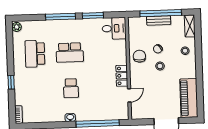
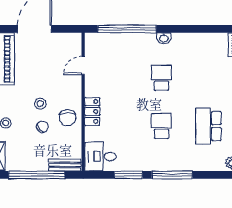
bench: (159, 21) -> (65, 165), moved
school desk: (70, 53) -> (161, 126), width x0.54
school desk: (35, 54) -> (208, 126), turned 180
locker: (122, 76) -> (92, 111), moved

